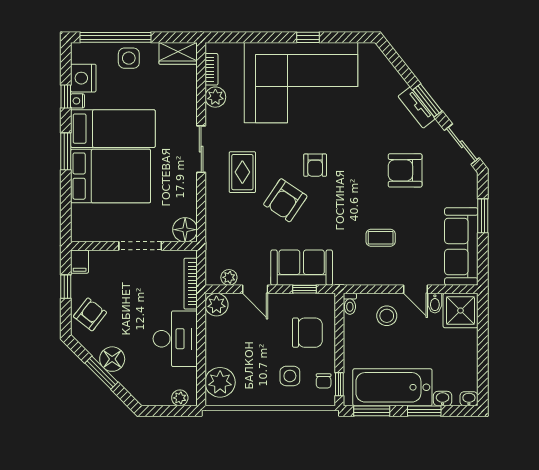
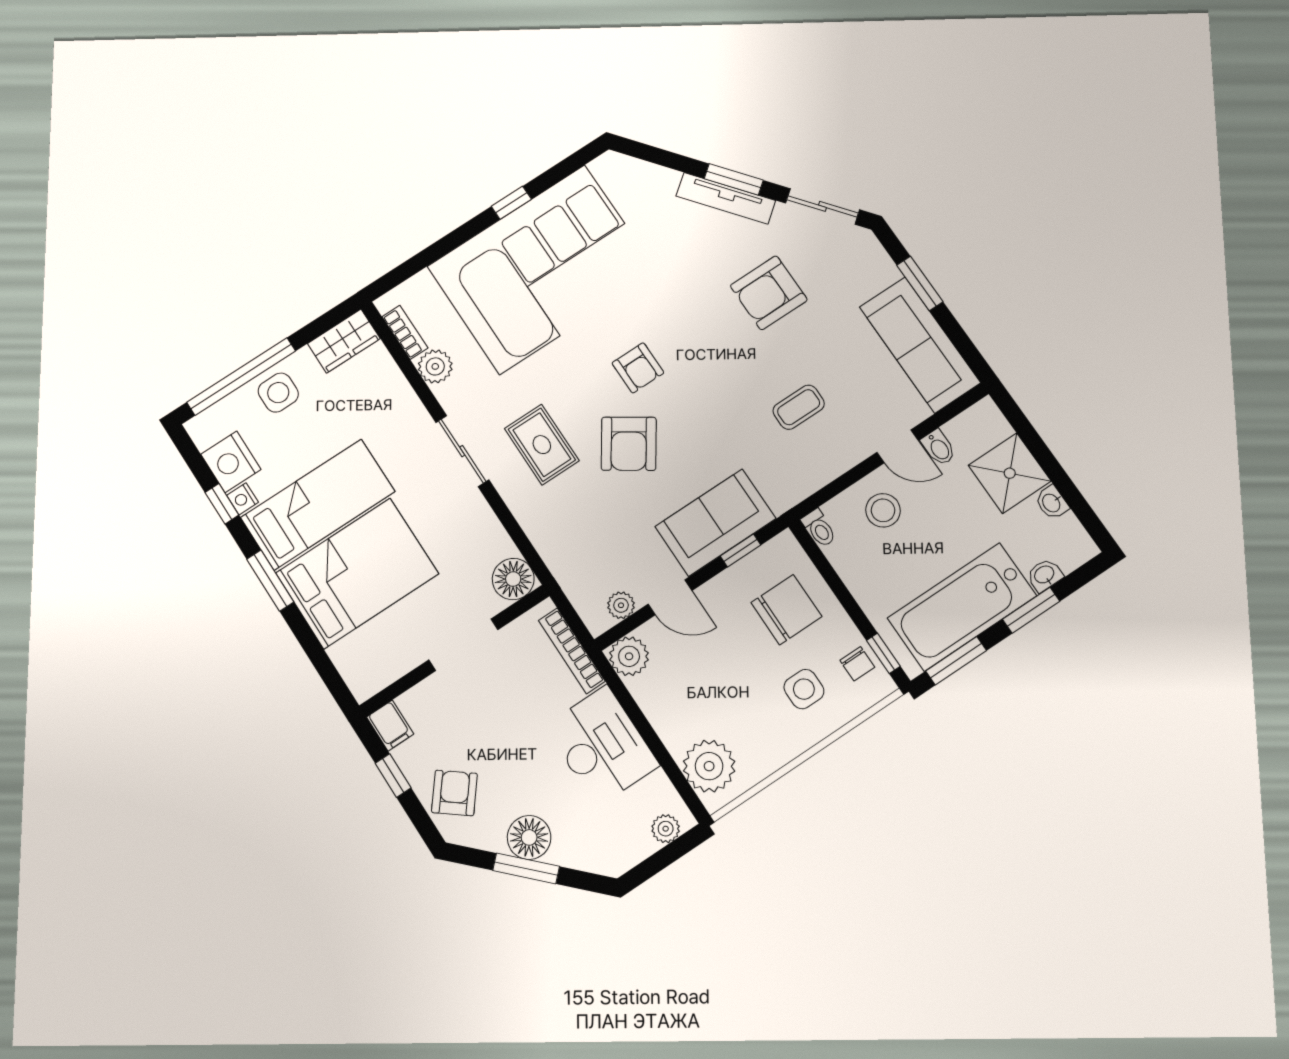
tv unit: (417, 108) -> (726, 198), width x1.41
shower: (460, 311) -> (1010, 473), moved
washbasin: (469, 399) -> (1052, 503), moved, turned -90

